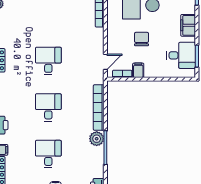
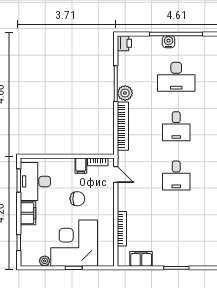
chair: (142, 39) -> (77, 199), turned -90
desk: (181, 55) -> (35, 181), width x1.37
door: (105, 62) -> (116, 175), swing flipped
desk: (48, 154) -> (176, 77), width x1.37

